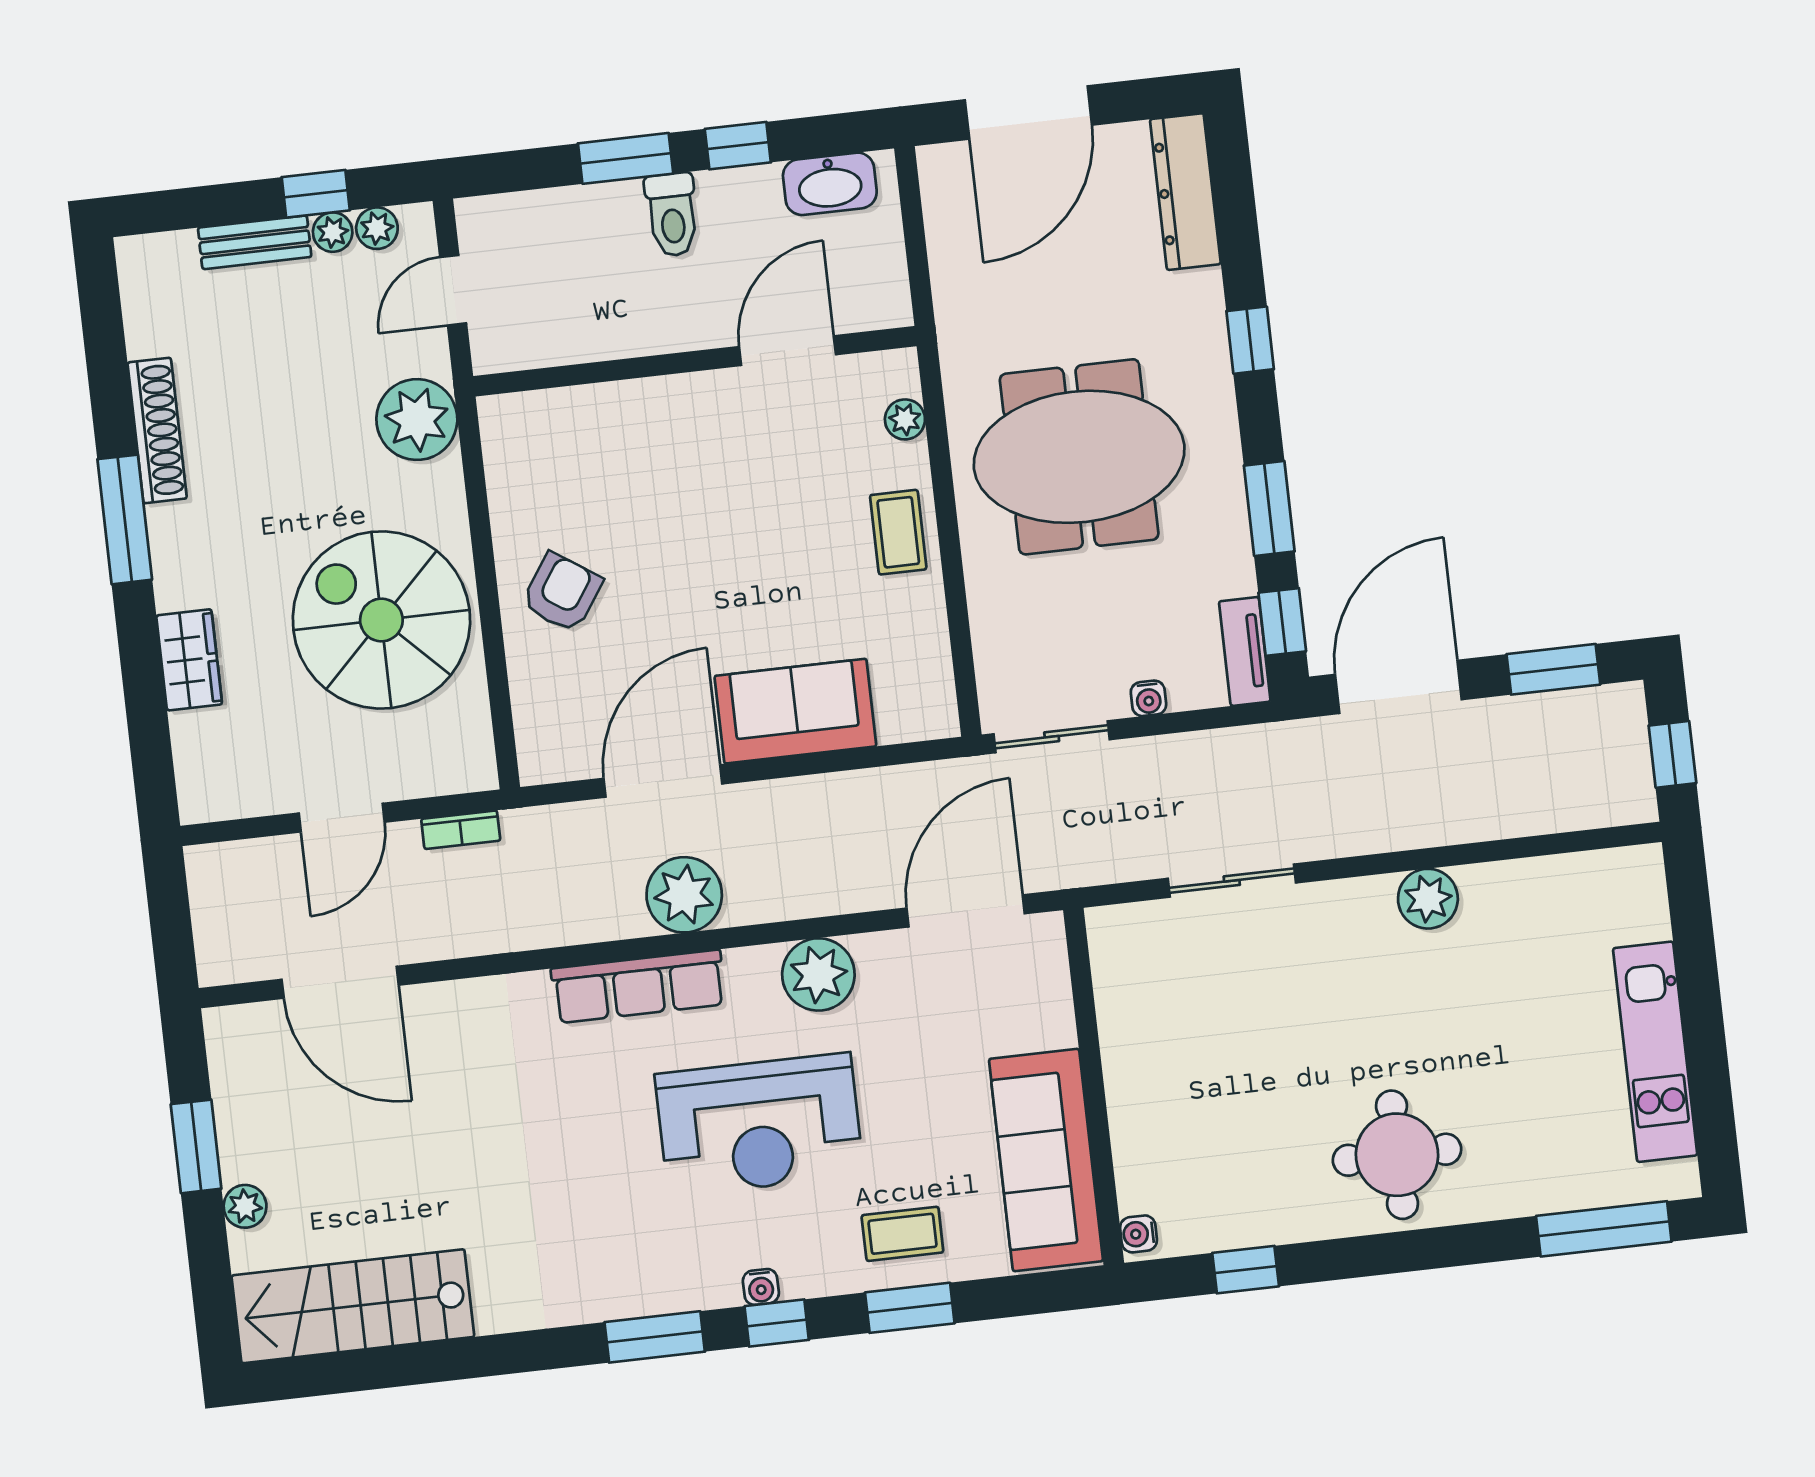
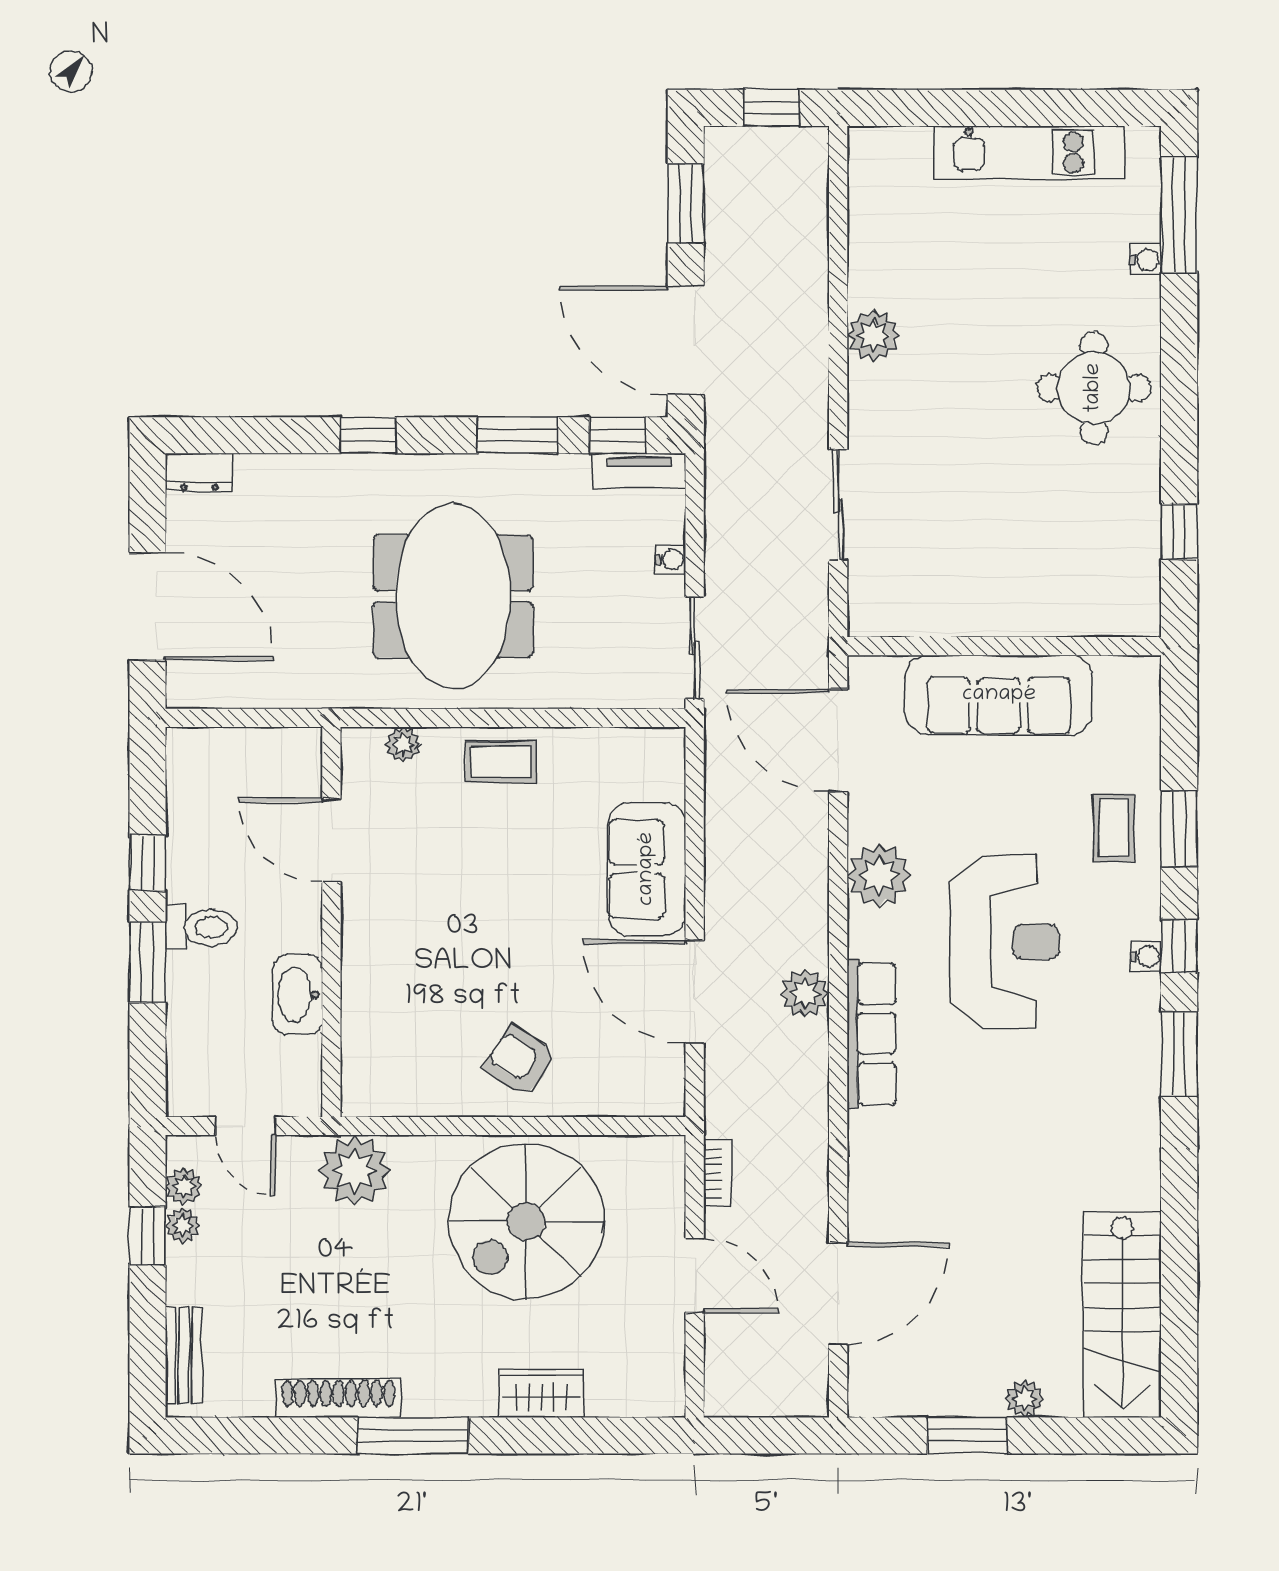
washbasin: (830, 184) -> (298, 995), moved, turned 180
dresser: (1185, 192) -> (199, 472), width x0.51, depth x0.80
bench: (255, 242) -> (184, 1356), moved
plant: (684, 895) -> (805, 993), width x0.73, depth x0.73
sofa: (1046, 1160) -> (999, 695), moved
water cooler: (1139, 1234) -> (1146, 260), moved, turned -90

